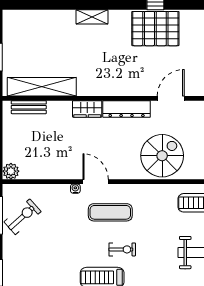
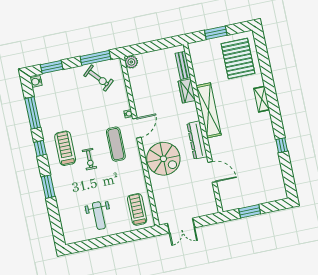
pallet: (155, 29) -> (238, 59), moved
shelving: (42, 87) -> (209, 110), moved
wardrobe: (87, 109) -> (187, 91), moved
spiral stairs: (162, 156) -> (163, 159), moved

